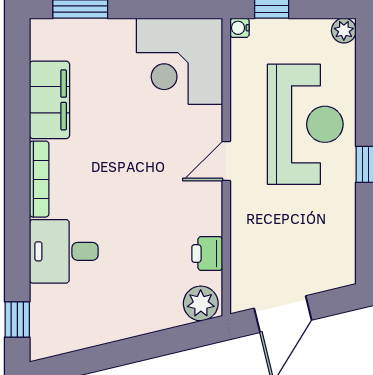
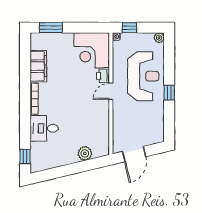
printer: (207, 254) -> (103, 76), moved
plant: (201, 303) -> (85, 153), moved

